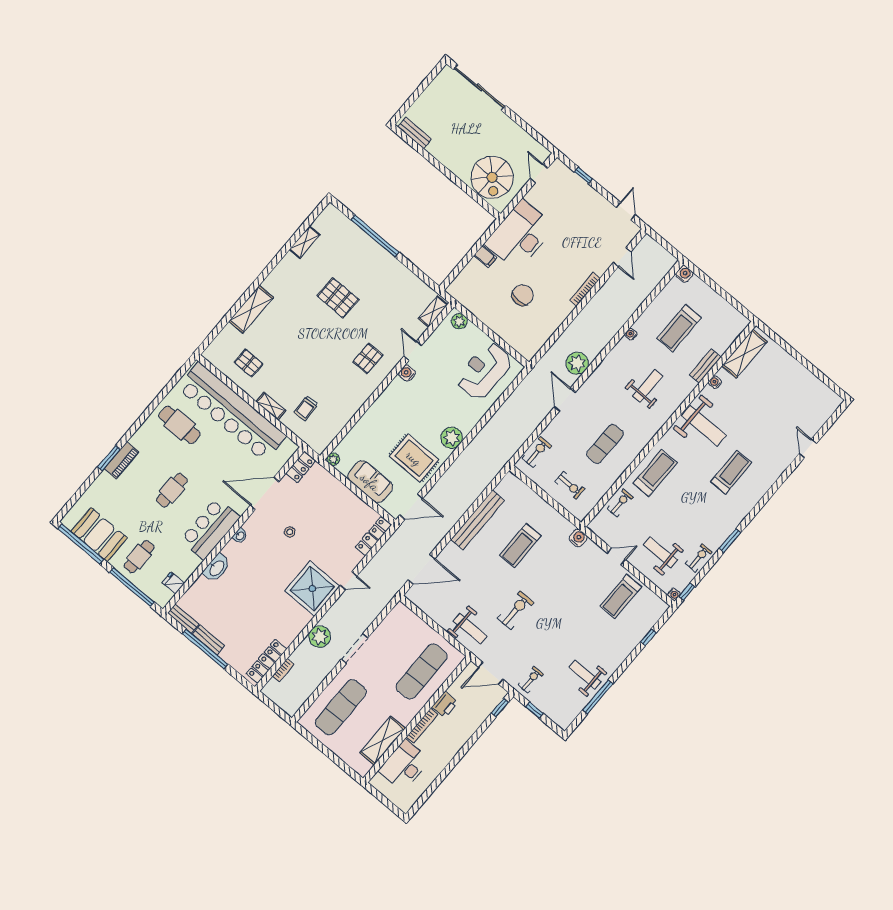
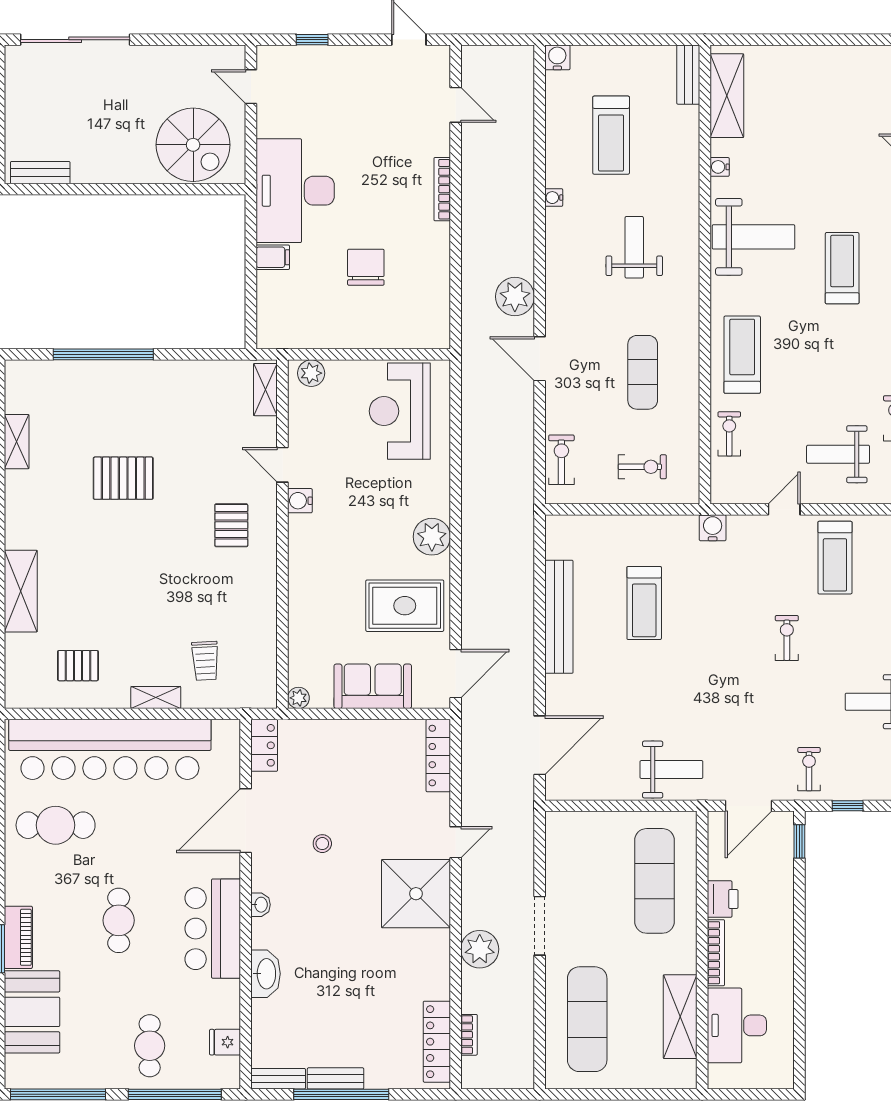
bench: (705, 366) -> (688, 75), moved
booth: (99, 535) -> (32, 1012), moved, turned 90
exercise bike: (516, 610) -> (787, 638), moved, width x0.73, depth x0.72

